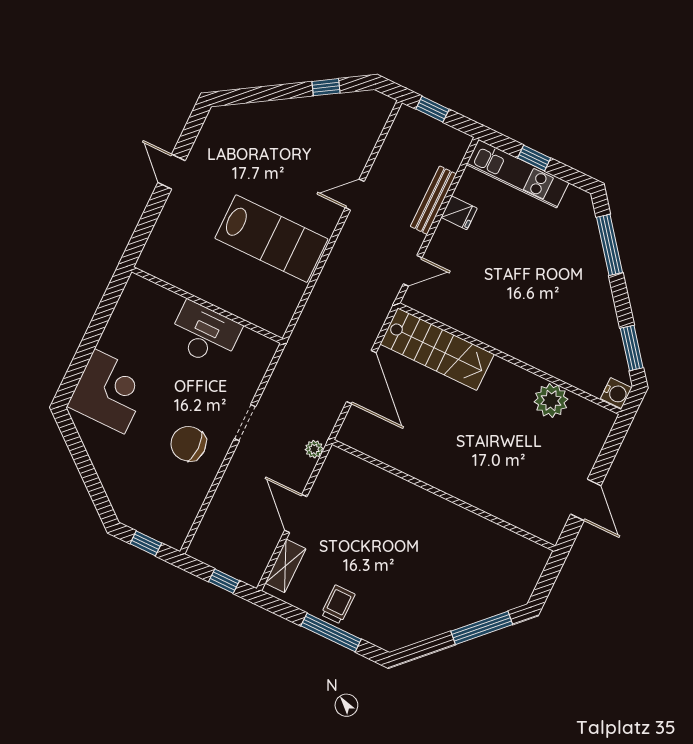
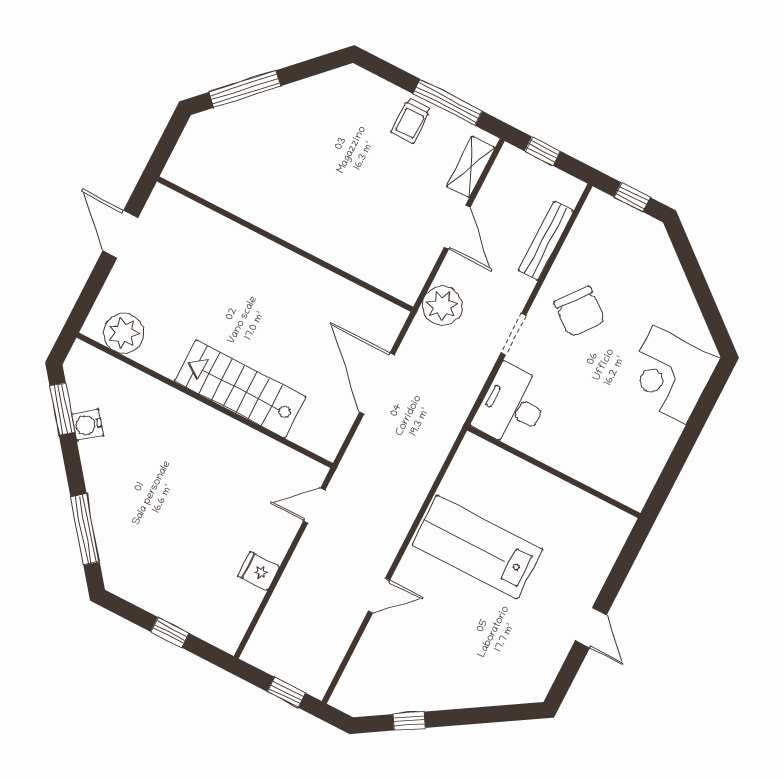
kitchen unit: (518, 174) -> (189, 615), removed
bench: (433, 200) -> (546, 241), moved
desk: (205, 334) -> (512, 406), moved, turned 90
stairs: (437, 349) -> (240, 389), moved
water cooler: (616, 393) -> (88, 425), moved, turned -38
plant: (551, 401) -> (124, 333), moved
chair: (188, 444) -> (580, 312), turned 39
plant: (314, 449) -> (442, 306), width x1.88, depth x1.88
window: (331, 633) -> (448, 102), moved

